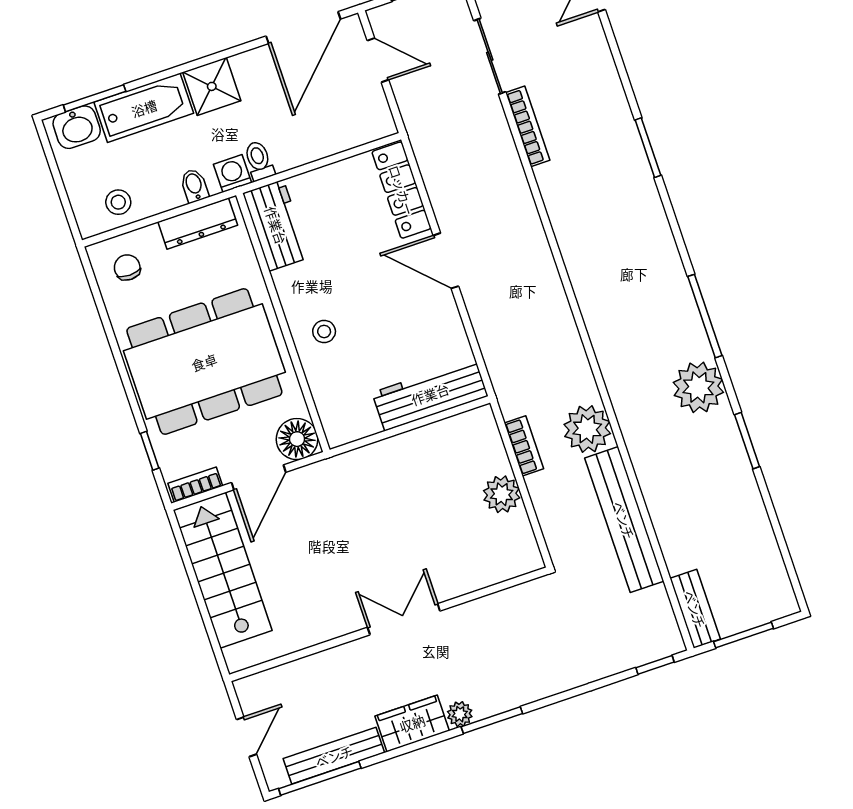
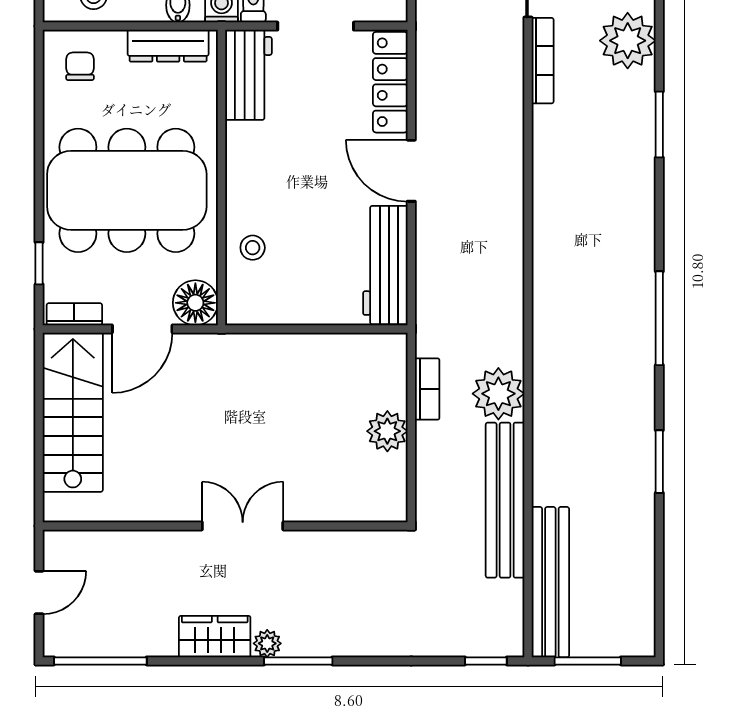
doorway: (320, 163) -> (316, 26), added
stool: (324, 331) -> (253, 248), moved
plant: (698, 387) -> (628, 41), moved
workbench: (430, 394) -> (385, 265), moved, turned -90
bench: (695, 609) -> (550, 582), width x1.86, depth x1.21
bench: (334, 756) -> (123, 642), removed

